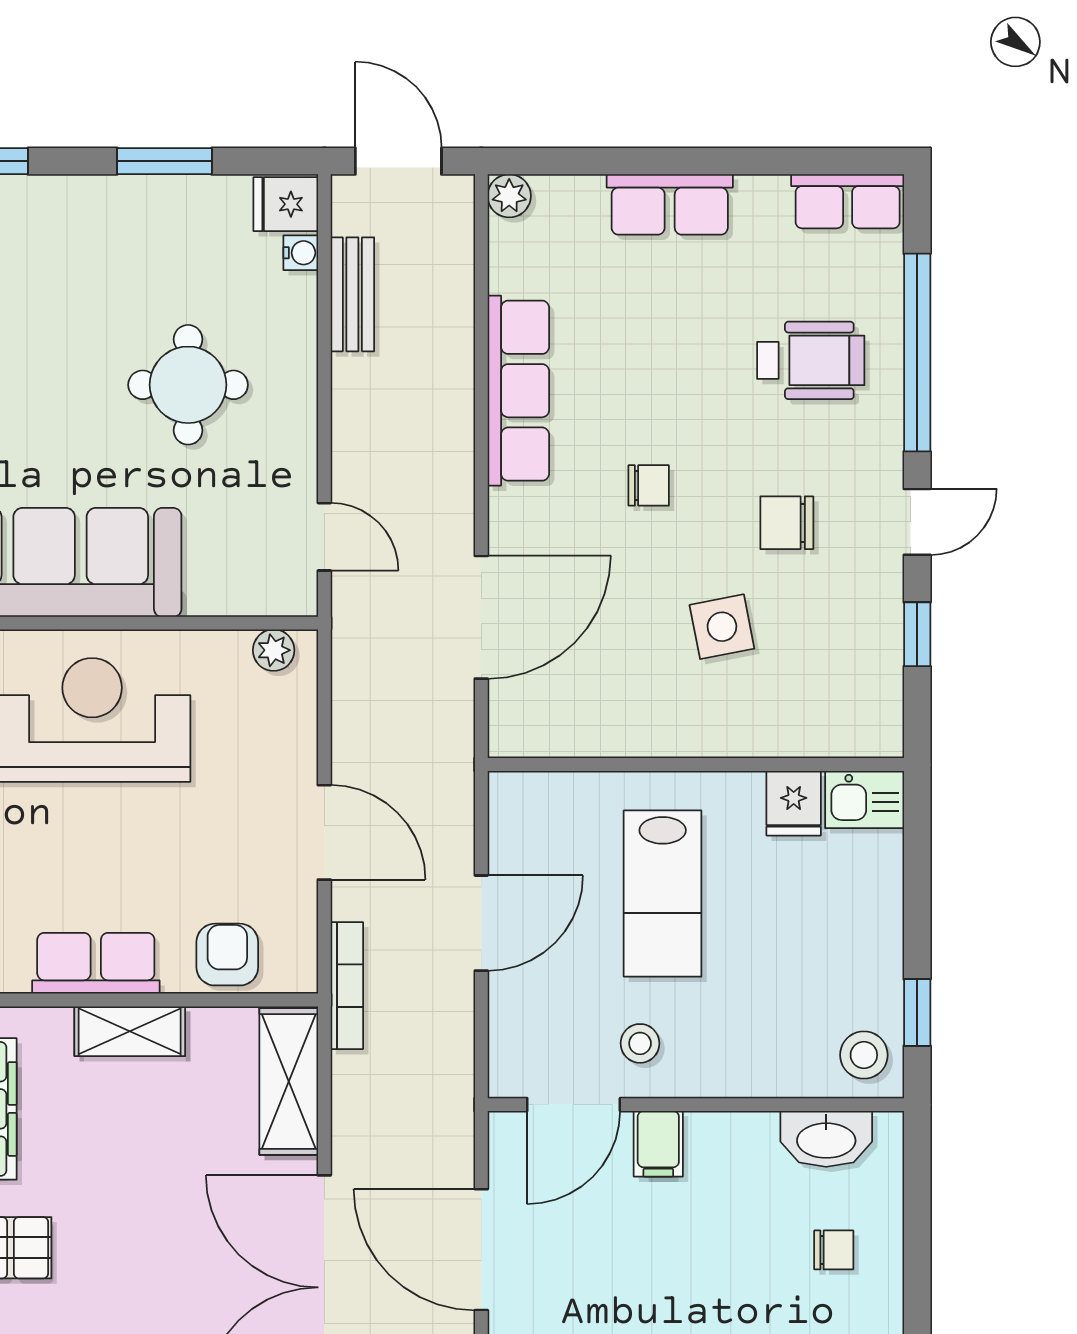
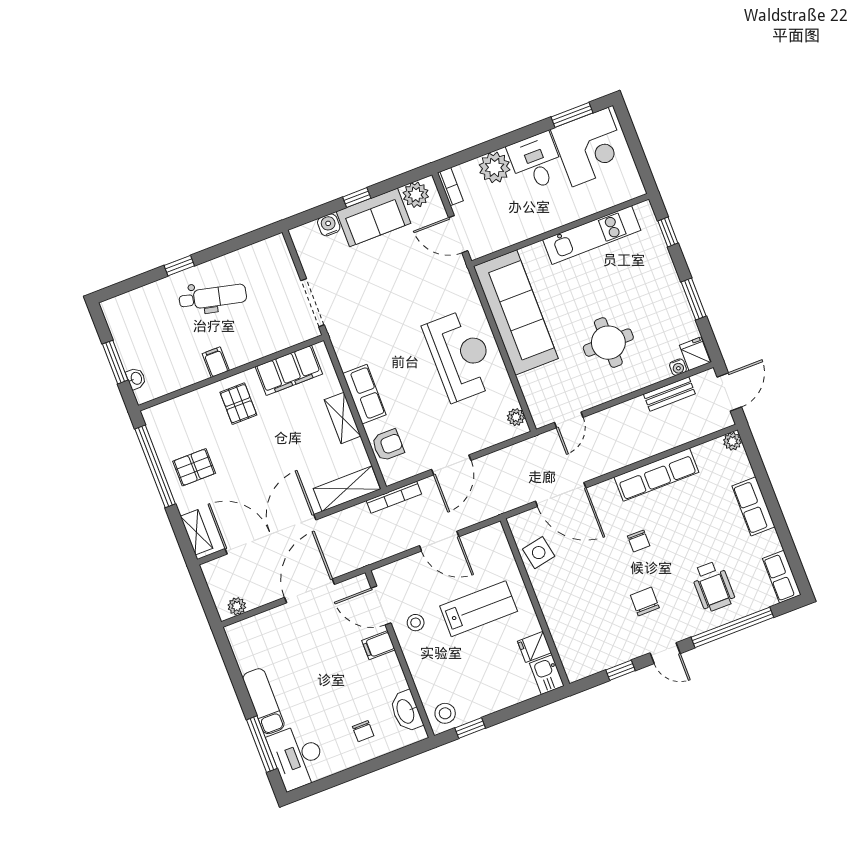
side table: (722, 627) -> (539, 553), moved
lab bench: (663, 894) -> (479, 609), turned 180

